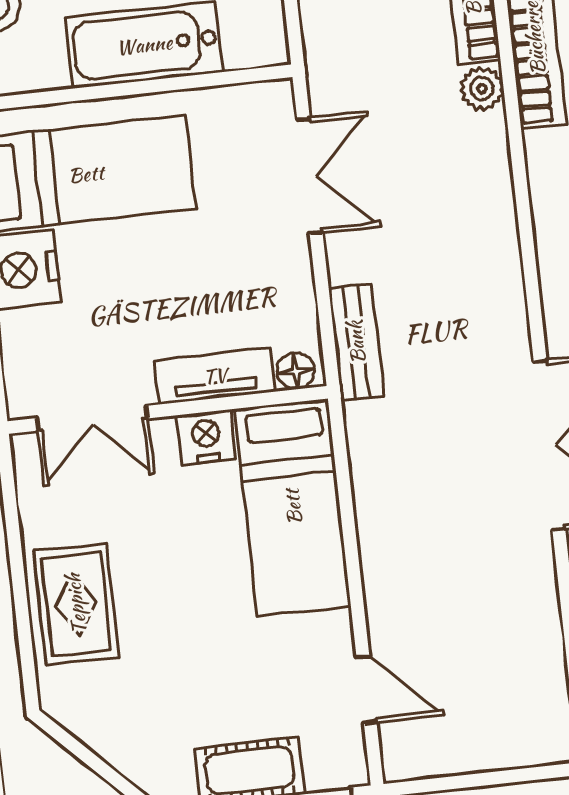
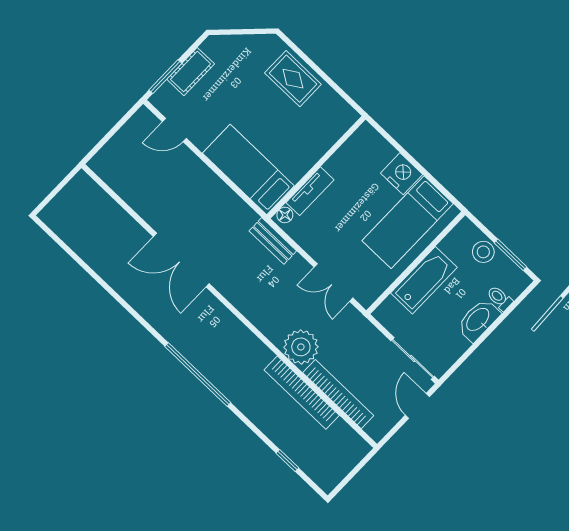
plant: (482, 89) -> (301, 347), width x1.87, depth x1.87
double door: (92, 418) -> (339, 144), removed
nightstand: (206, 437) -> (296, 169), removed

